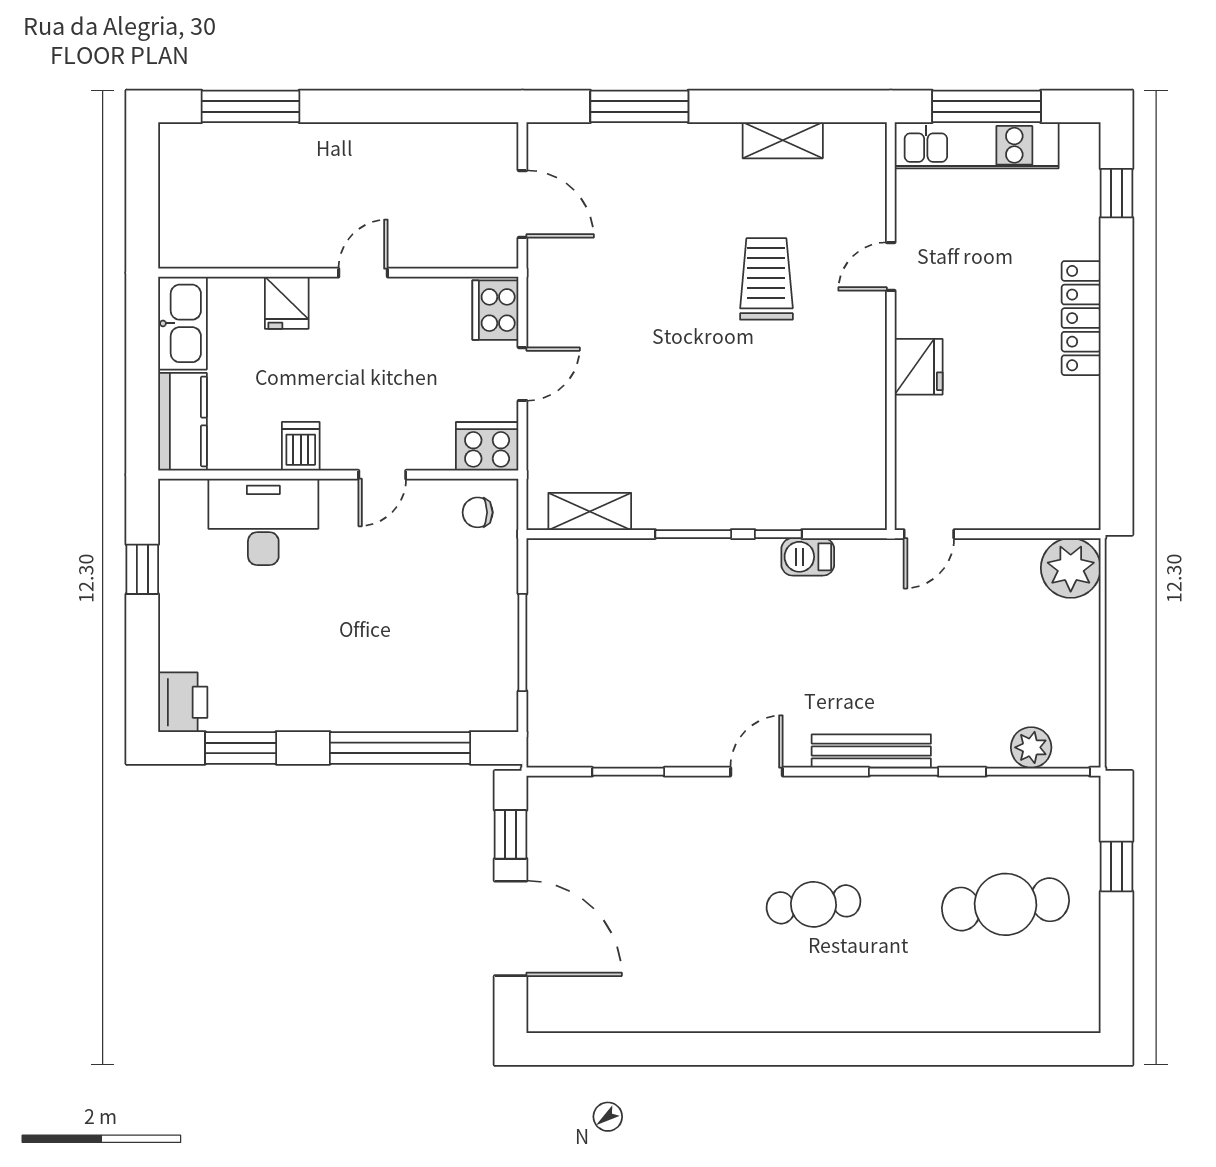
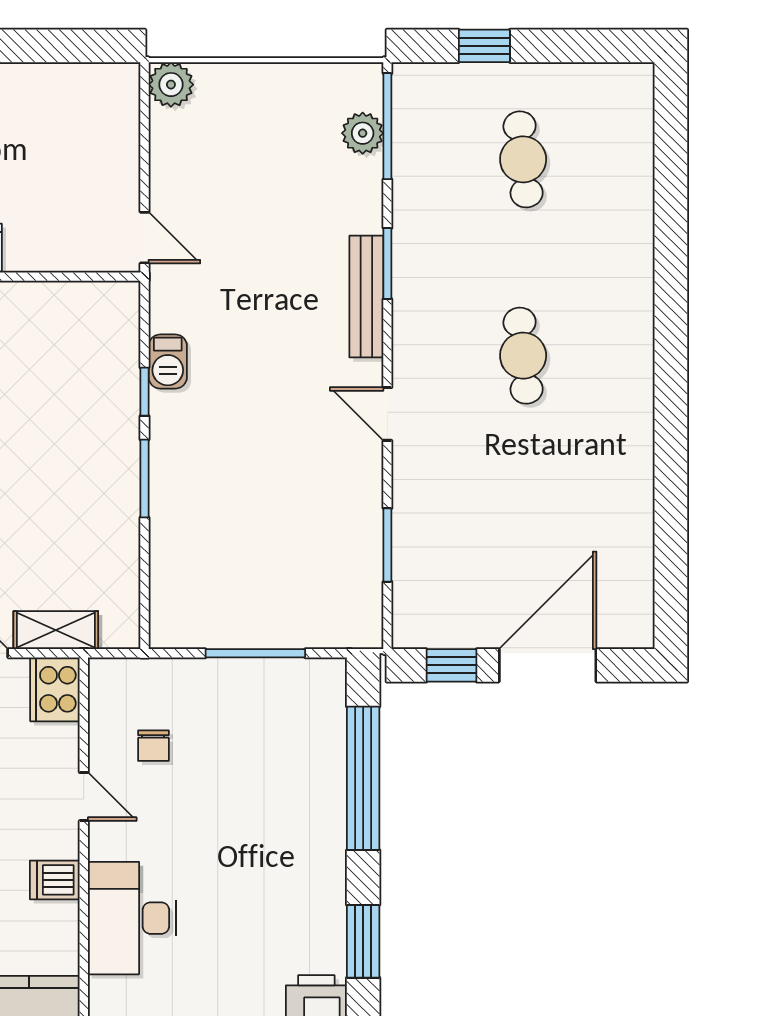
shelving: (590, 511) -> (56, 630), moved, turned 90
chair: (478, 512) -> (153, 746), moved
plant: (1071, 568) -> (171, 85), width x0.73, depth x0.73
cafe table: (1005, 904) -> (523, 159), width x0.73, depth x0.74

